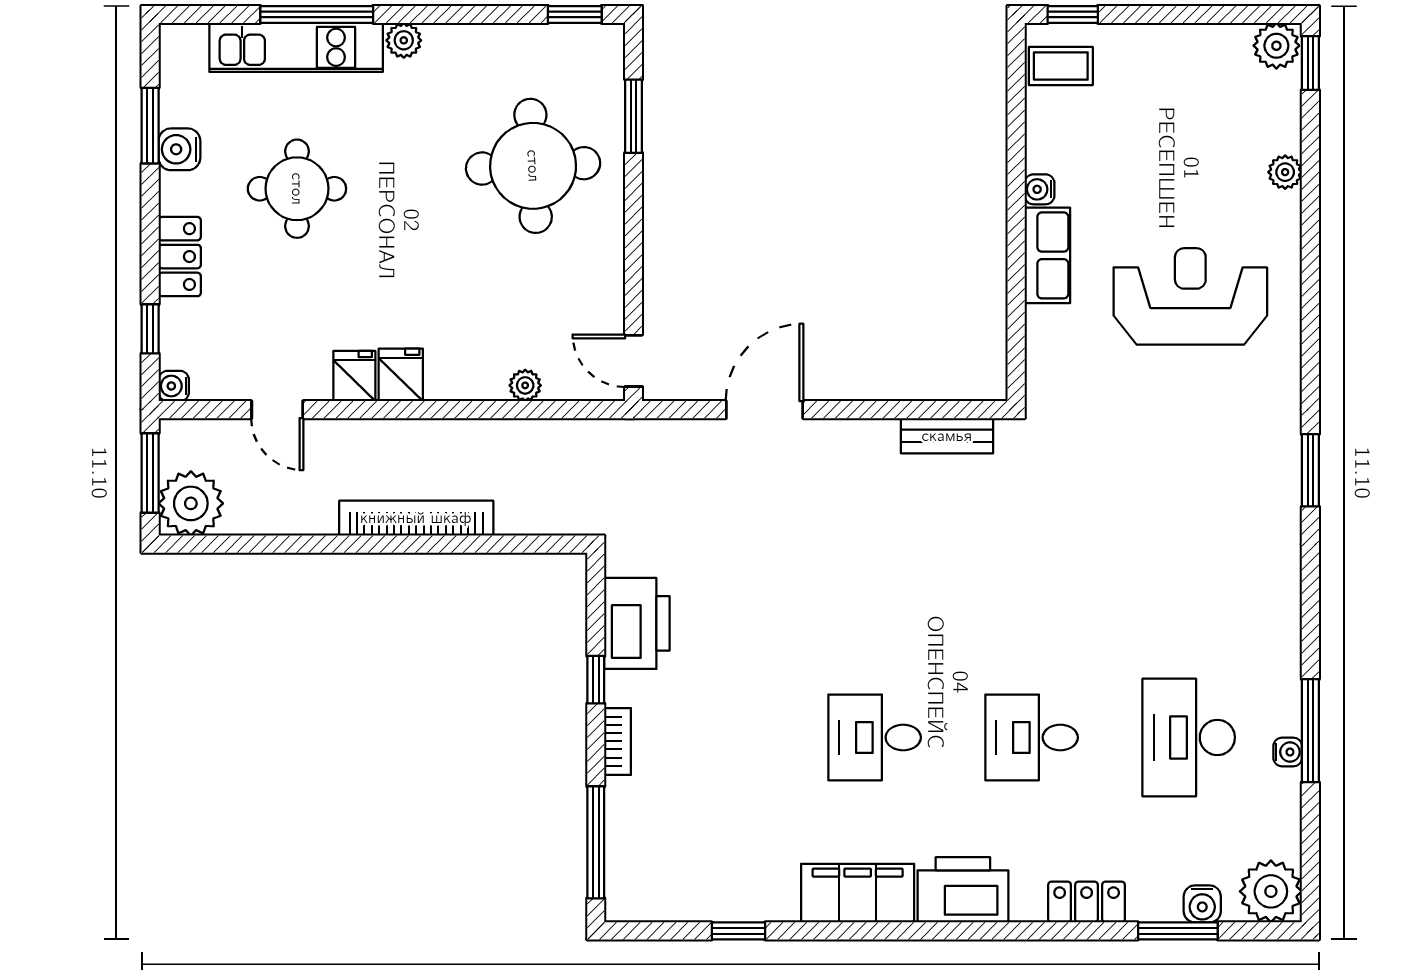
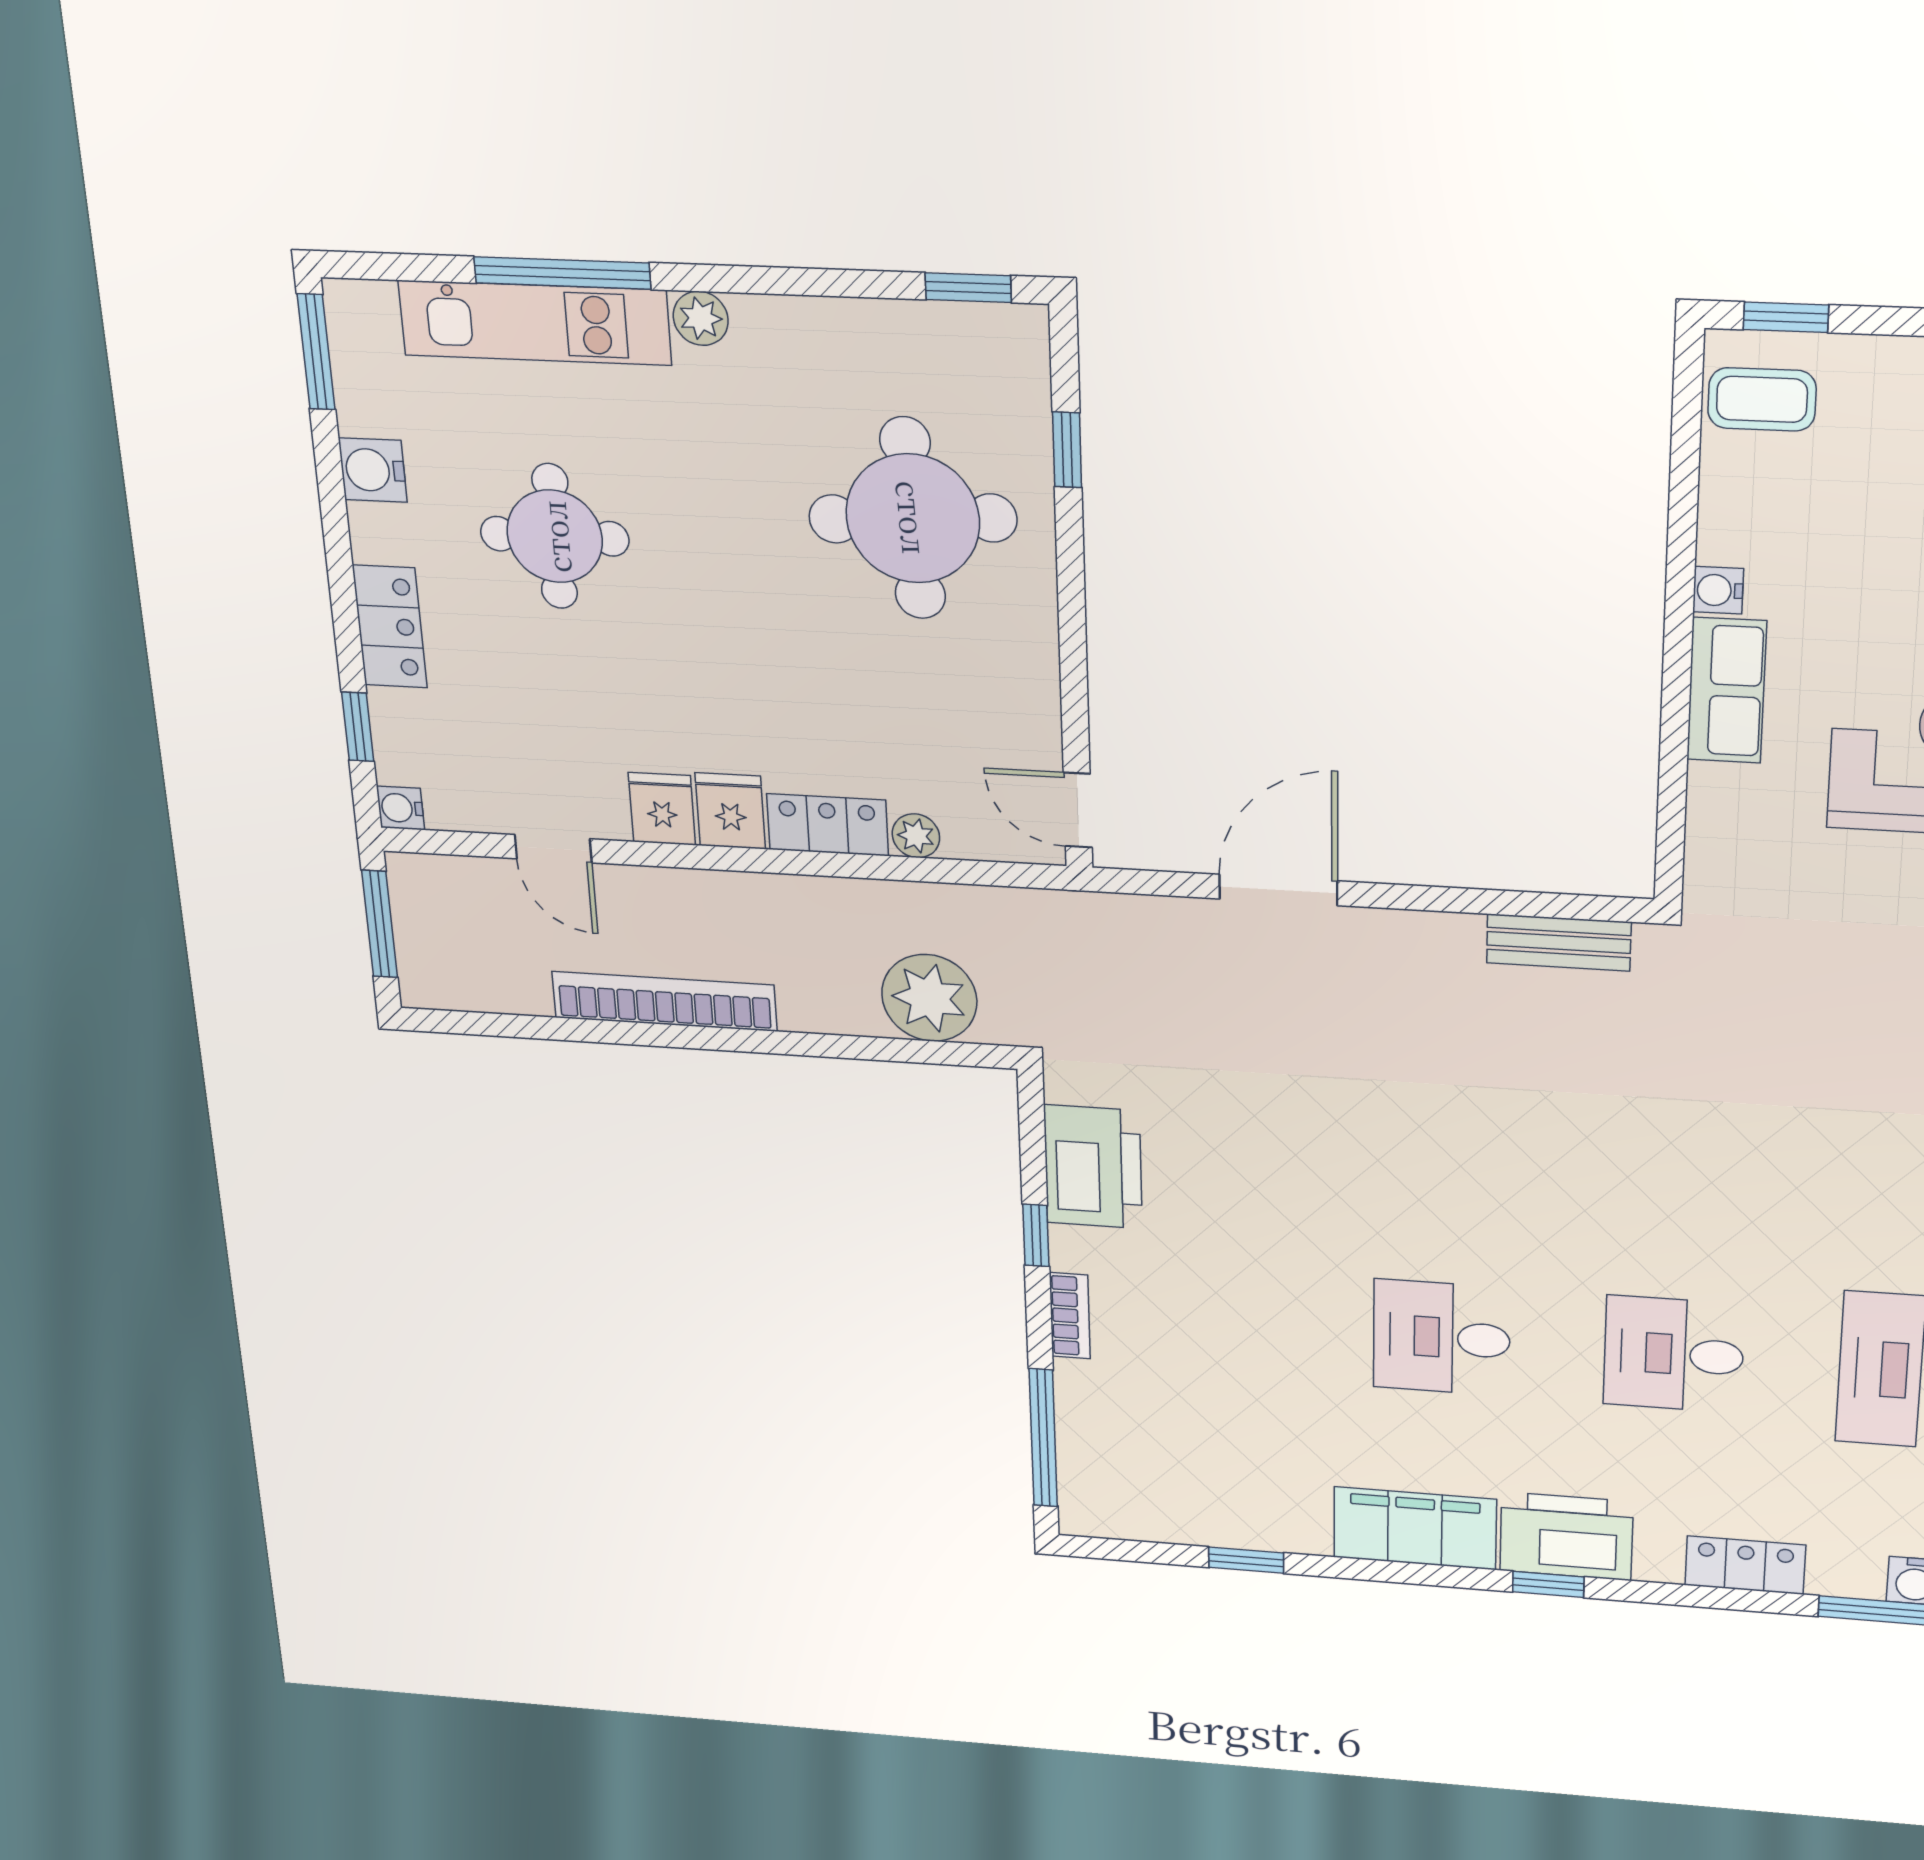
window: (634, 116) -> (1067, 450), width x0.67
window: (150, 126) -> (316, 352), moved
locker: (466, 381) -> (828, 825), added
plant: (191, 503) -> (929, 998), moved
bookcase: (416, 518) -> (664, 1001), moved
window: (951, 931) -> (1548, 1584), added

